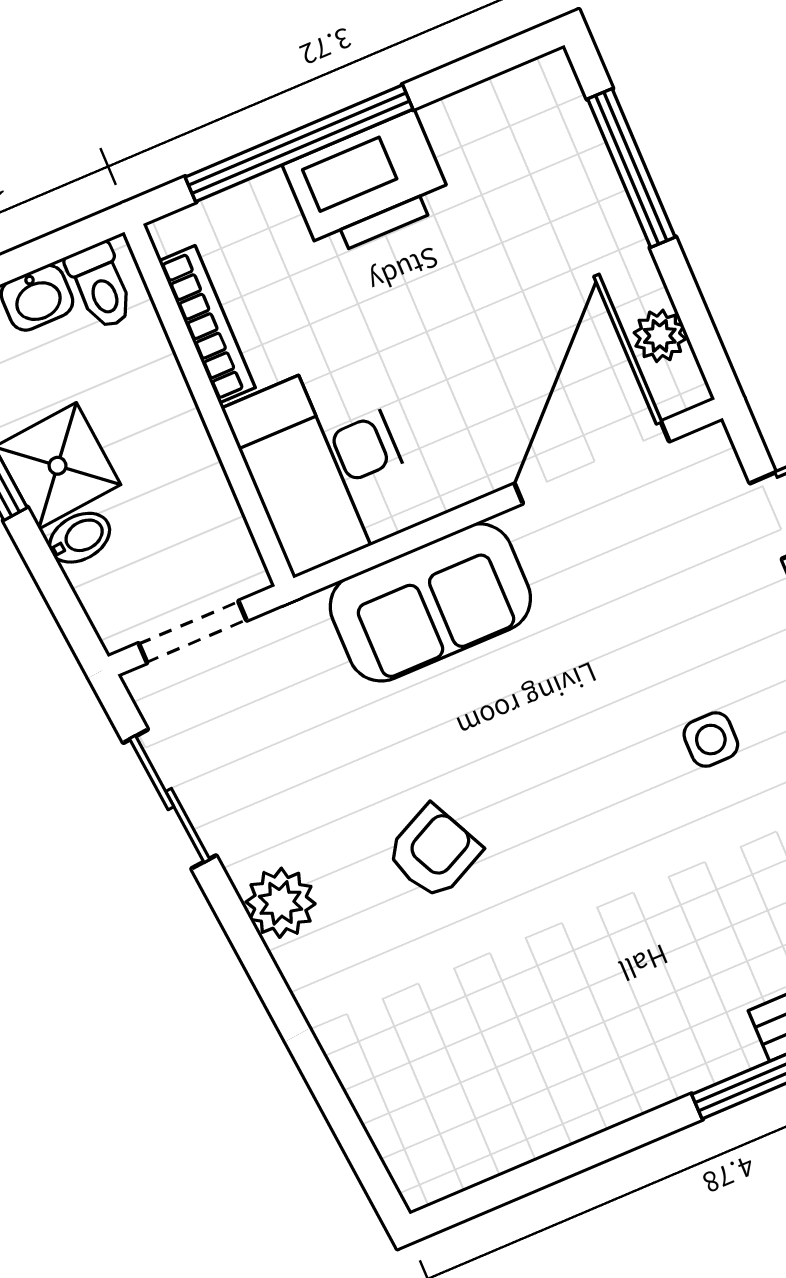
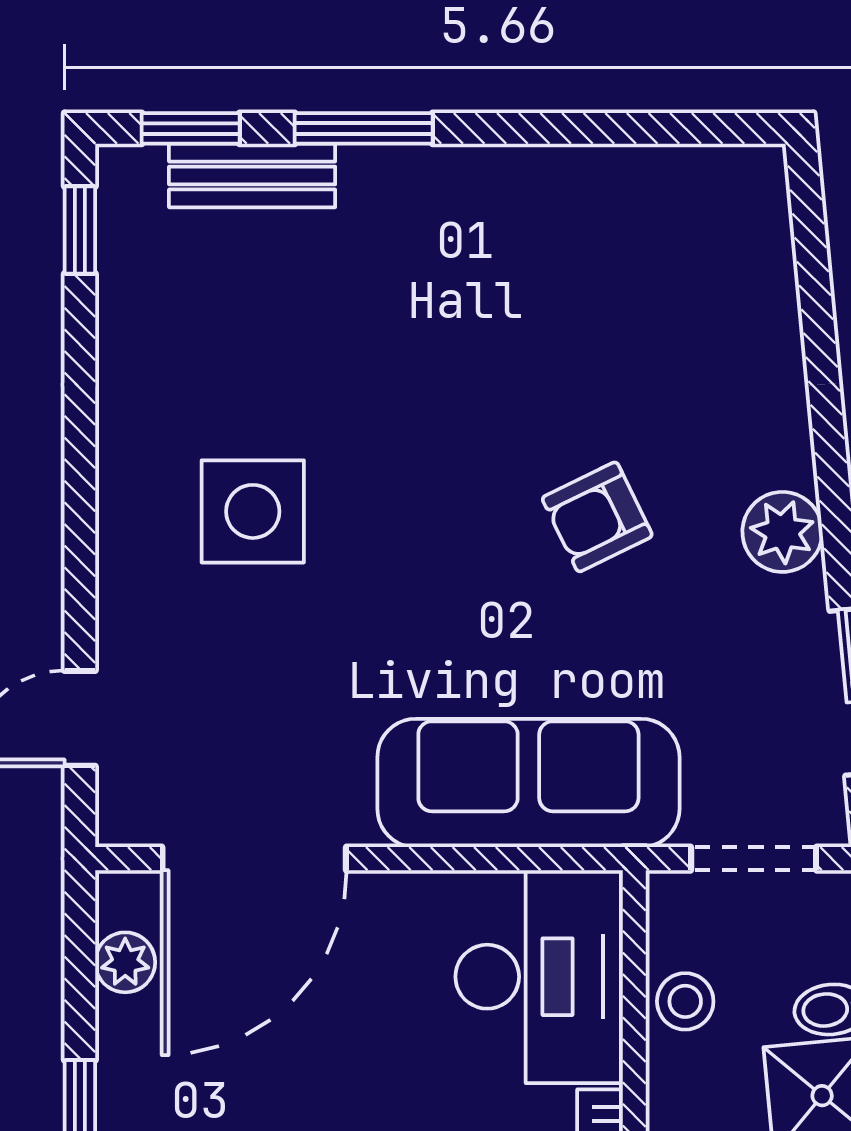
stool: (199, 495) -> (685, 1001), added
sofa: (430, 602) -> (528, 783), width x1.36
side table: (711, 740) -> (253, 511), width x1.87, depth x1.87

